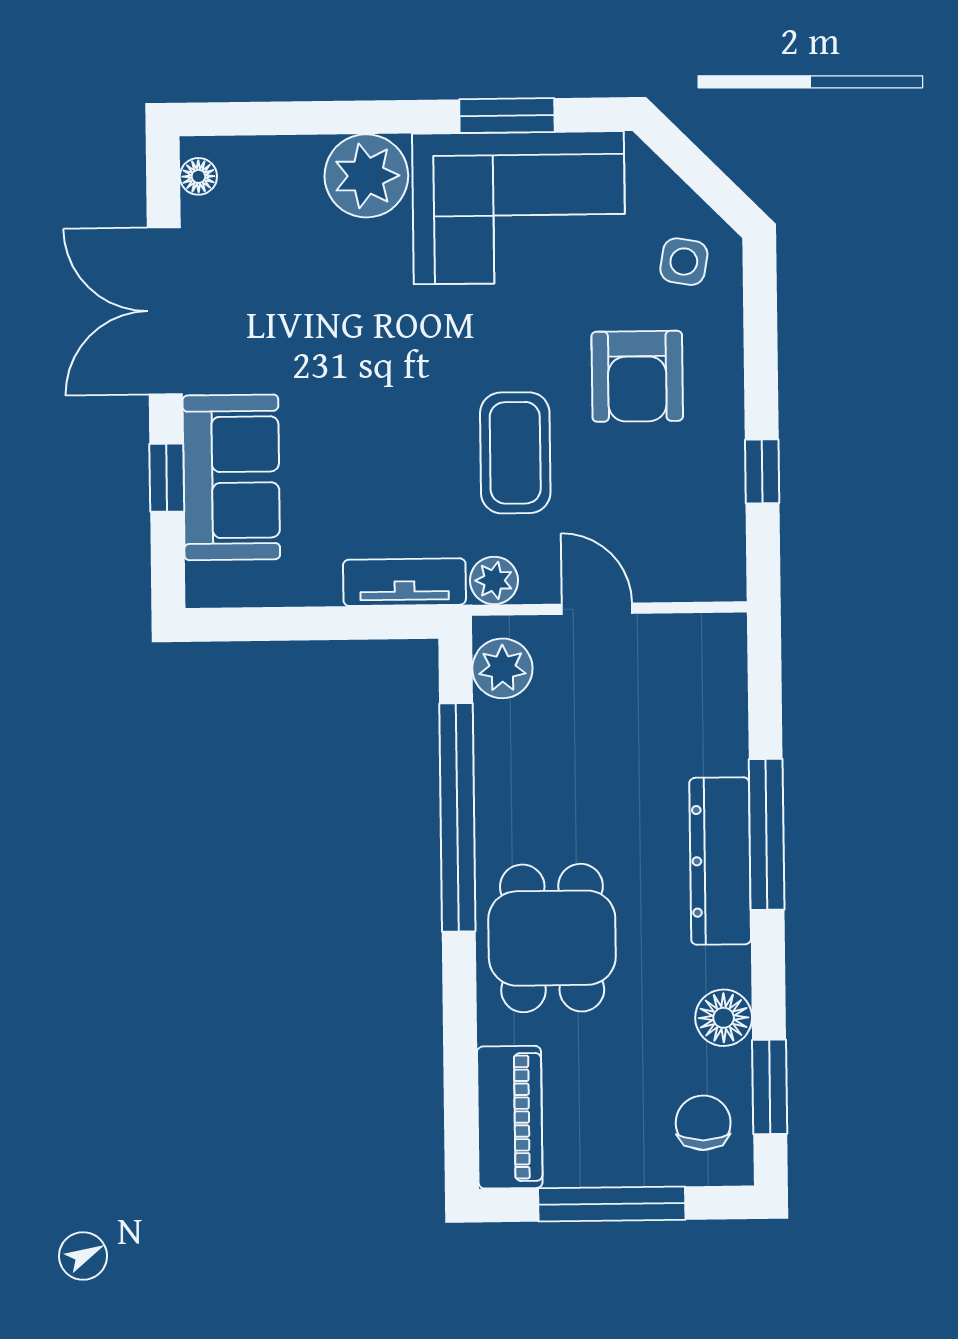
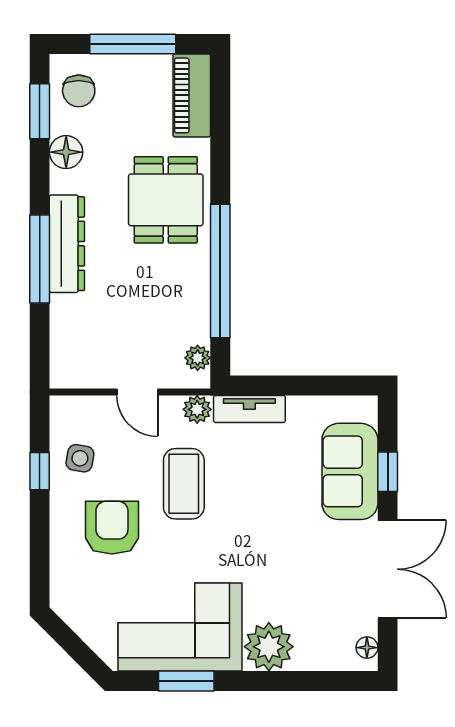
side table: (684, 262) -> (80, 458), moved
plant: (502, 668) -> (198, 358), width x0.73, depth x0.73

